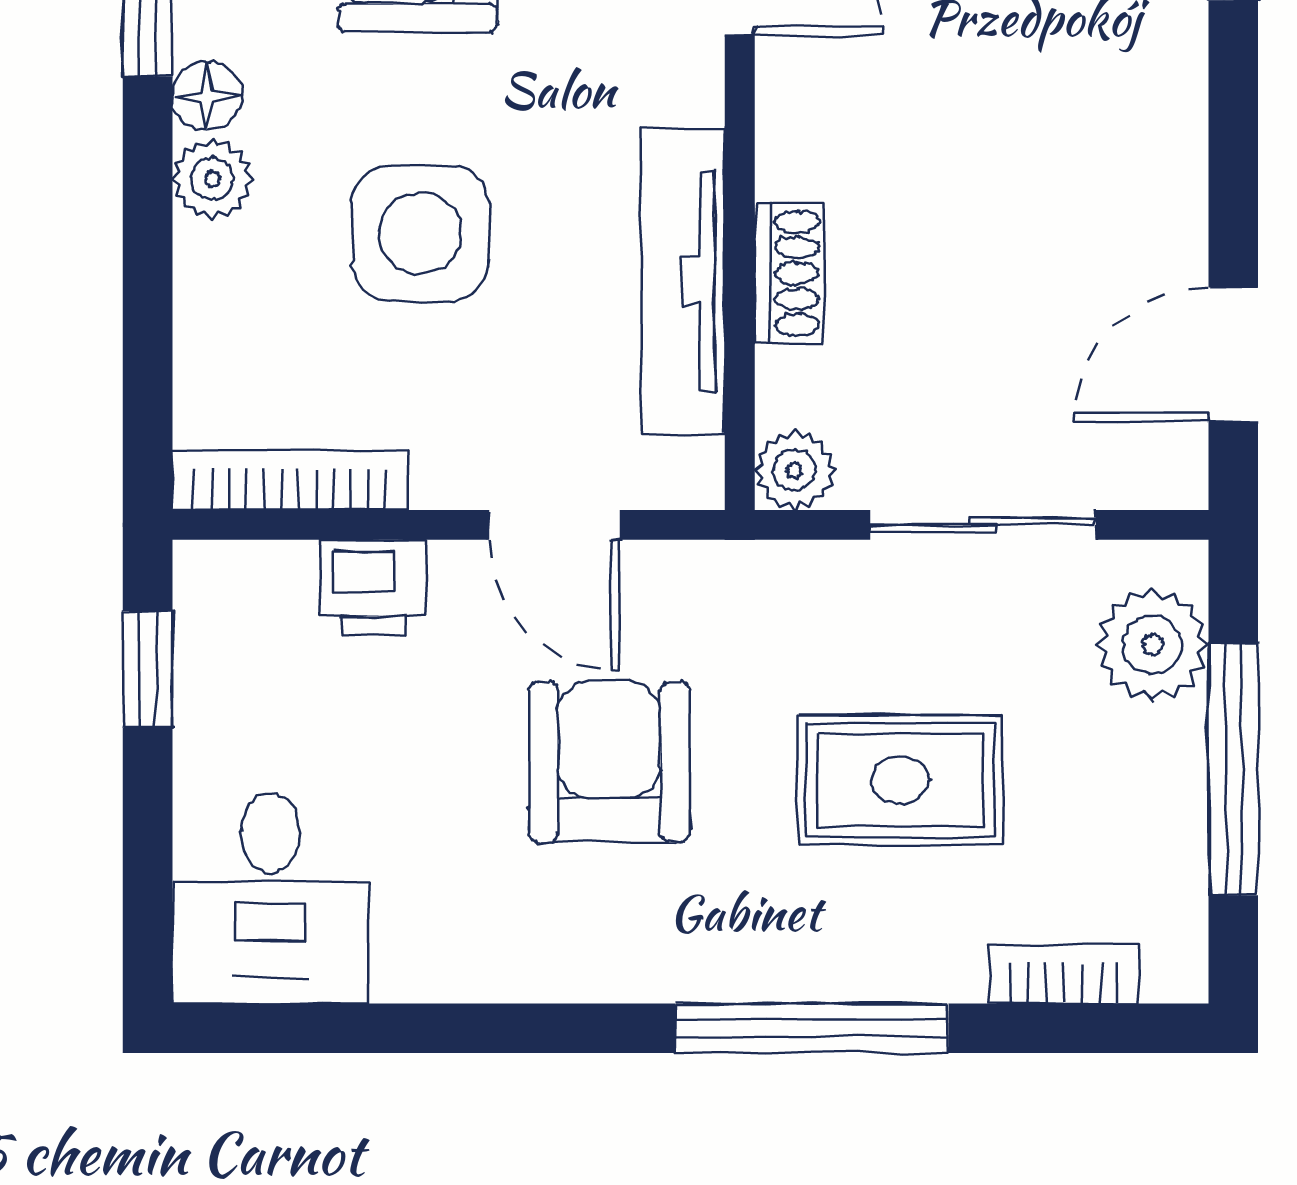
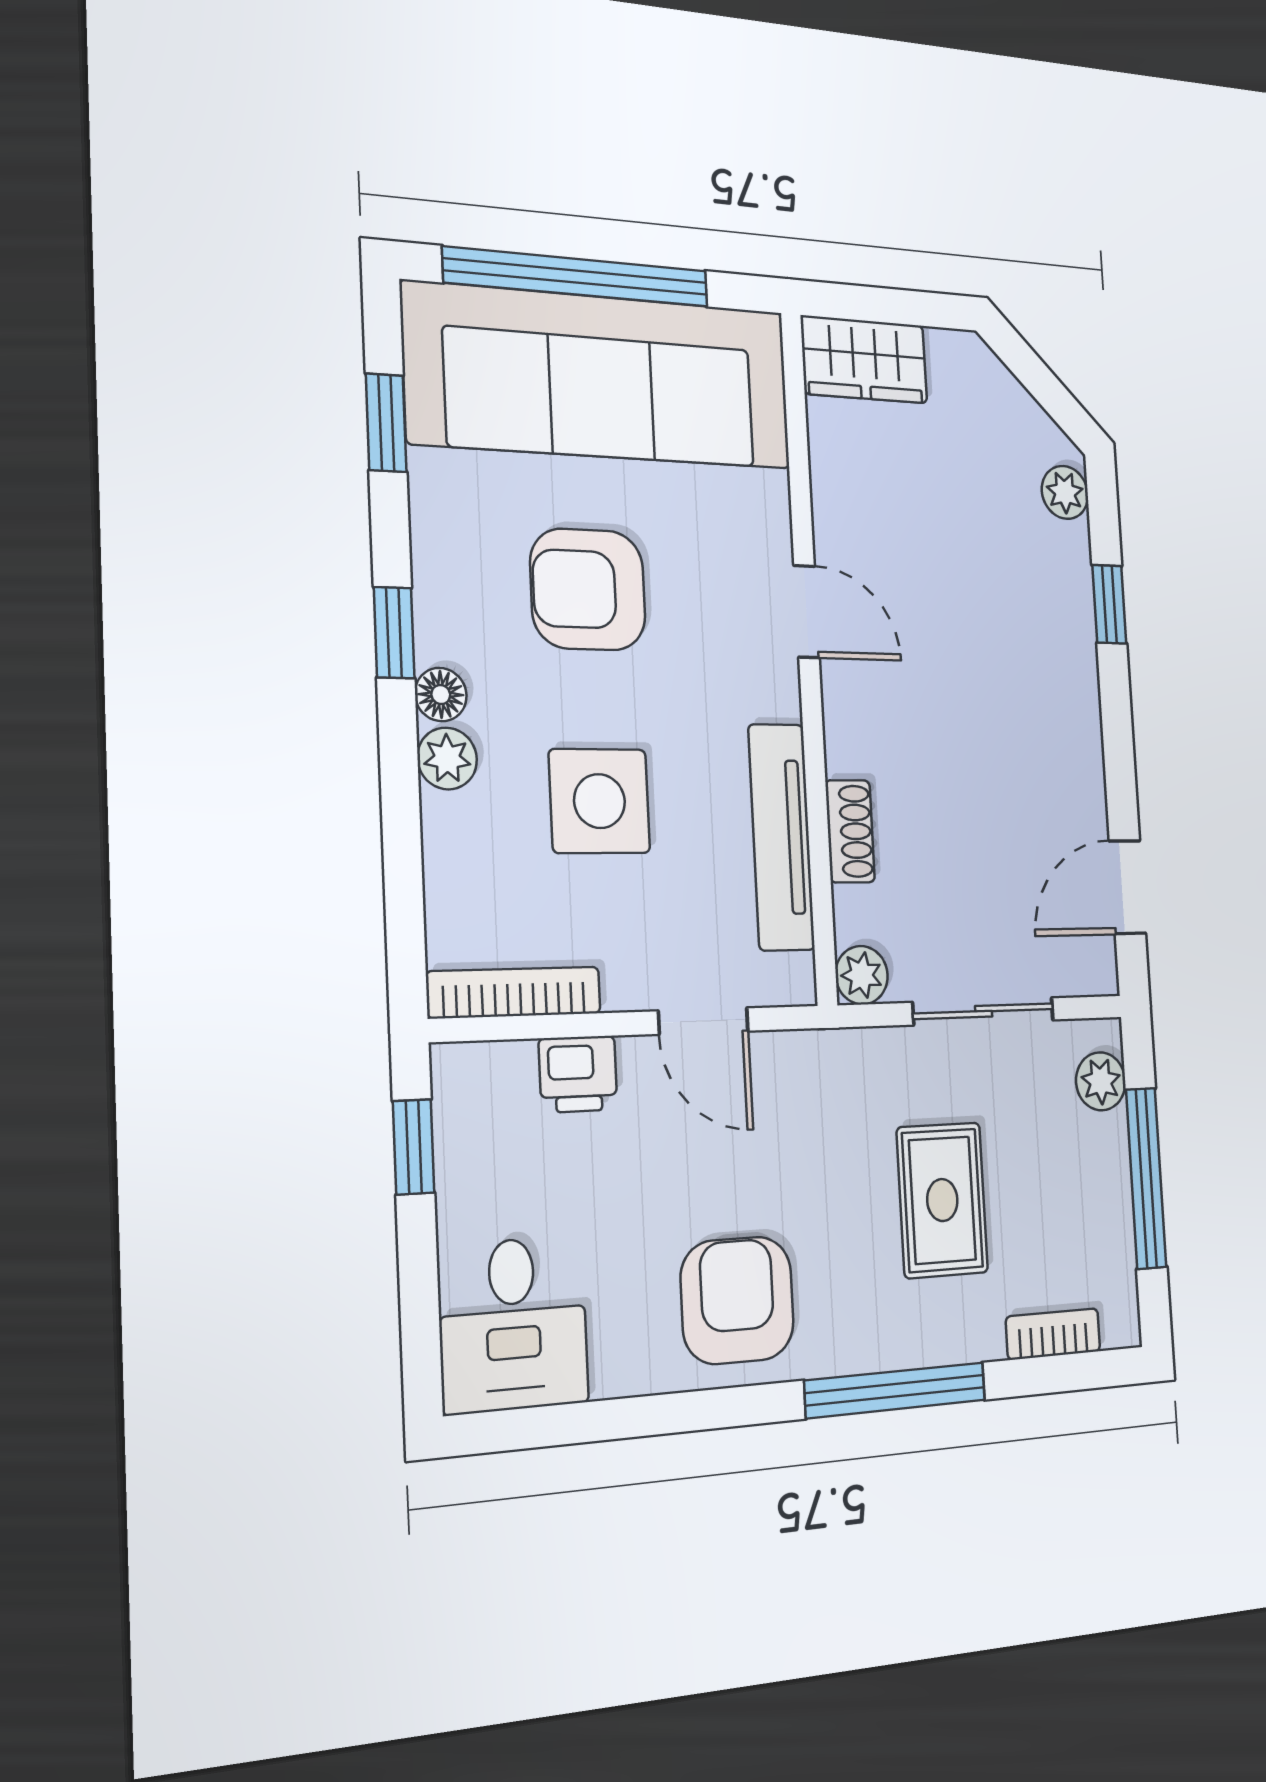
plant: (1152, 645) -> (1101, 1081), width x0.73, depth x0.73
armchair: (609, 762) -> (737, 1300), moved
rug: (900, 780) -> (942, 1200), turned 90

